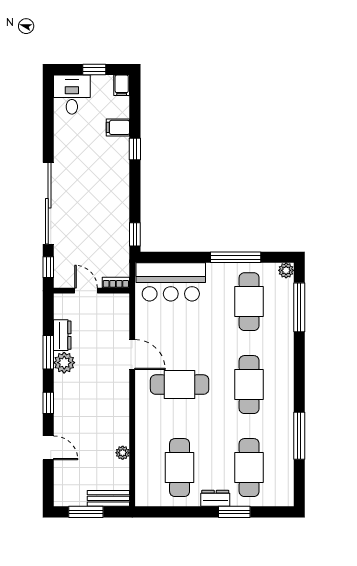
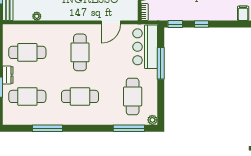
window: (135, 149) -> (202, 24), moved
window: (236, 257) -> (161, 63), moved
cafe table: (249, 302) -> (133, 96), turned 90
door: (132, 355) -> (111, 22), moved

